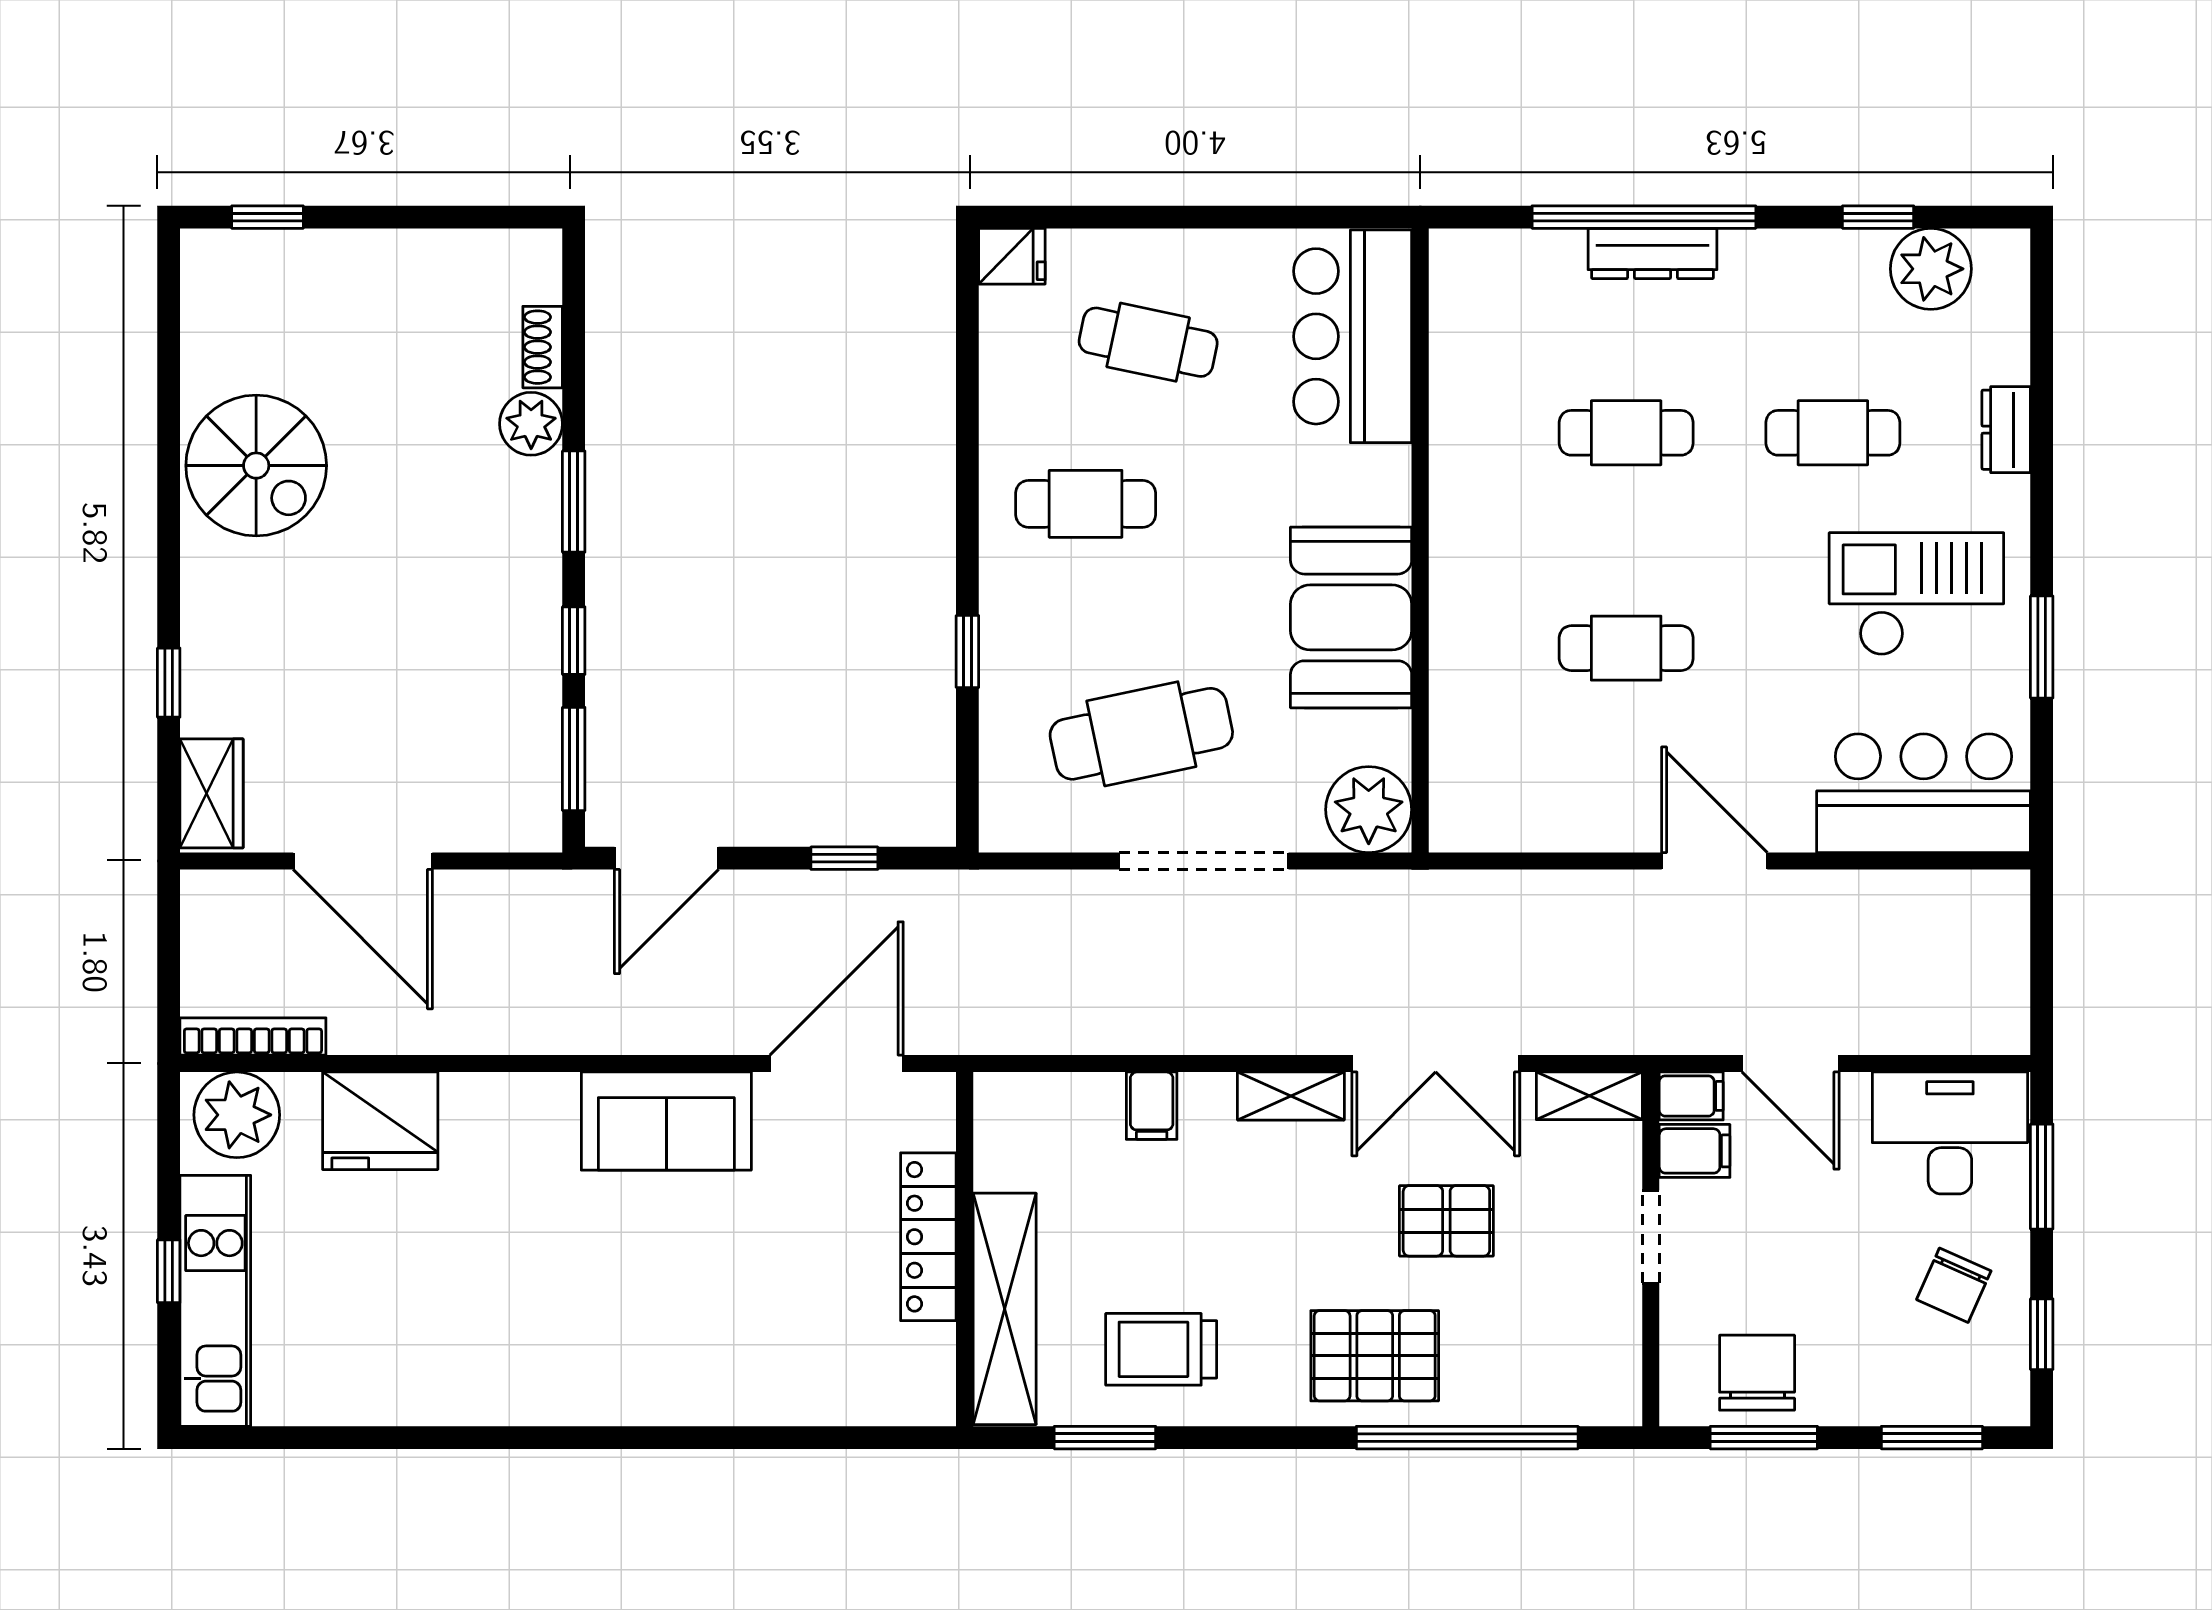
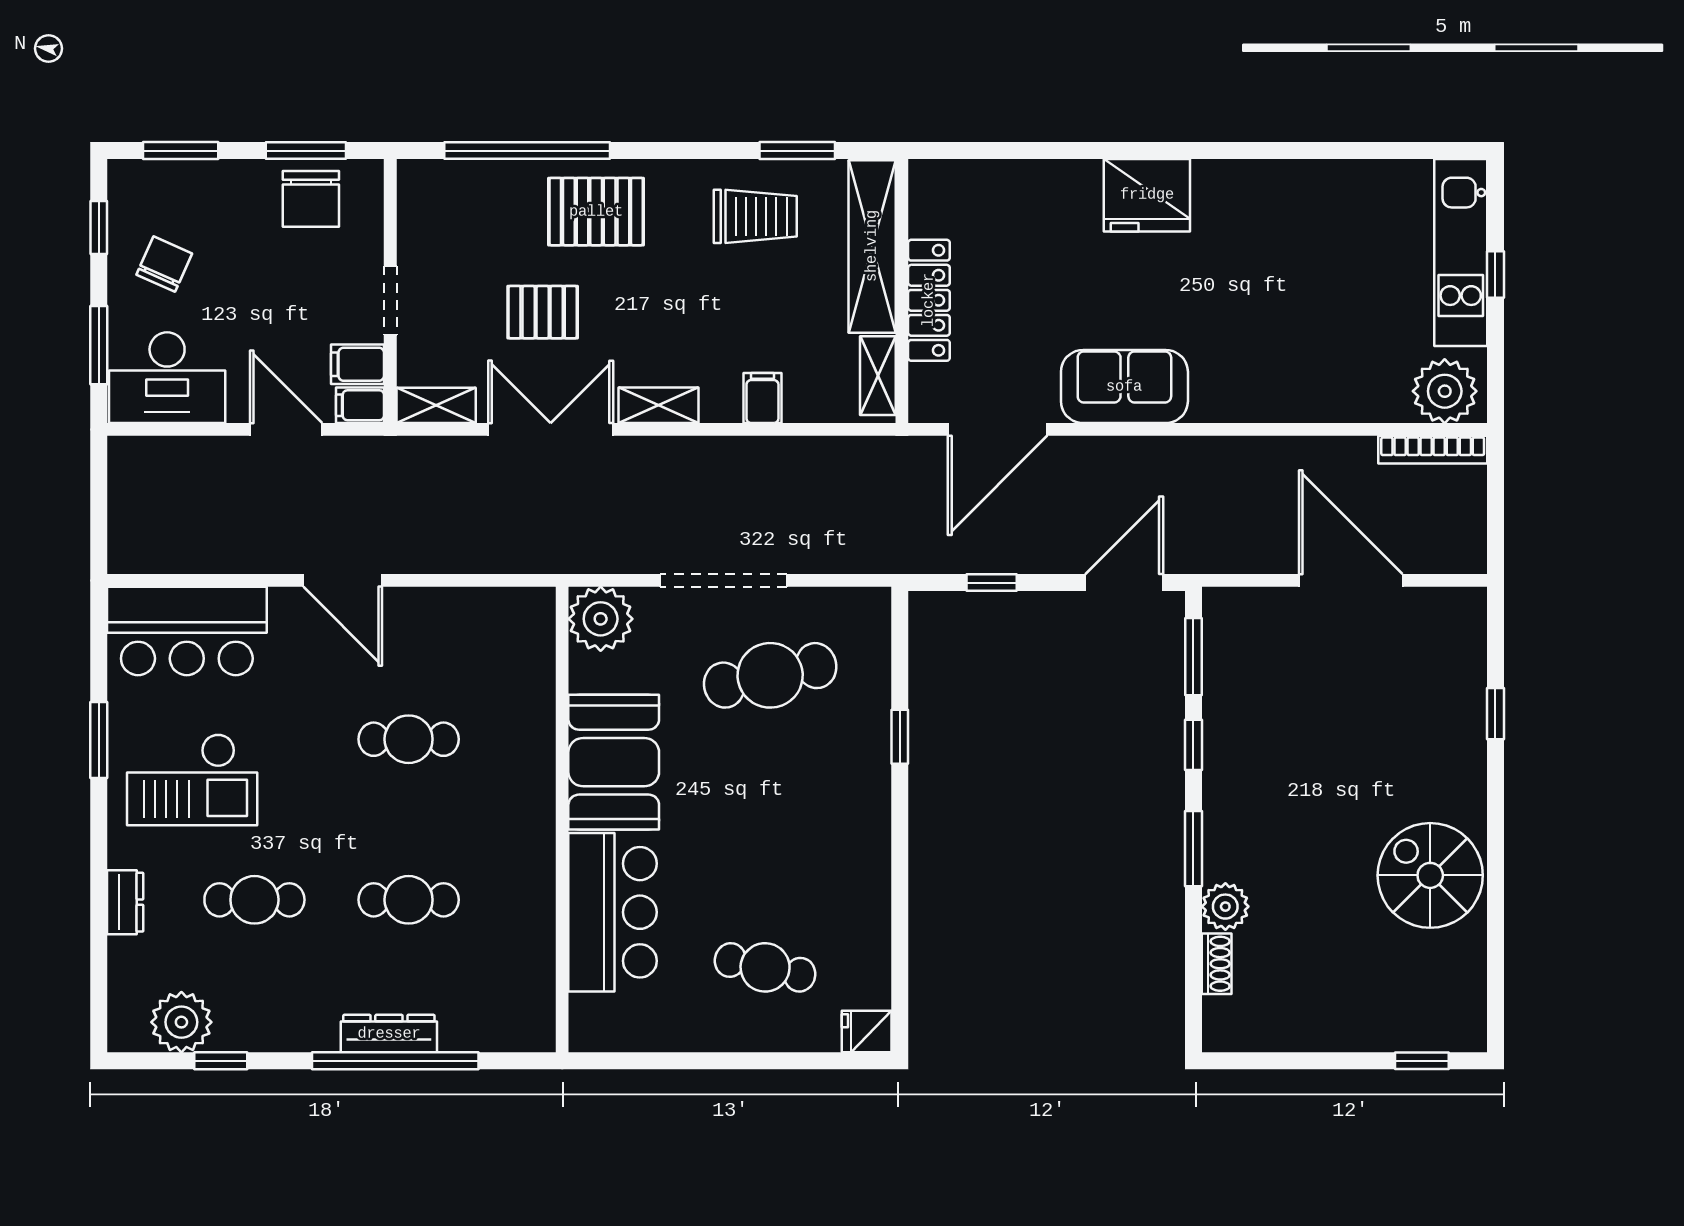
bar counter: (1353, 336) -> (613, 912), moved
cafe table: (1086, 504) -> (812, 847), removed
wardrobe: (212, 793) -> (1464, 631), removed
fridge: (380, 1121) -> (1147, 195), moved, turned 180
shelving: (997, 1136) -> (878, 376), added

